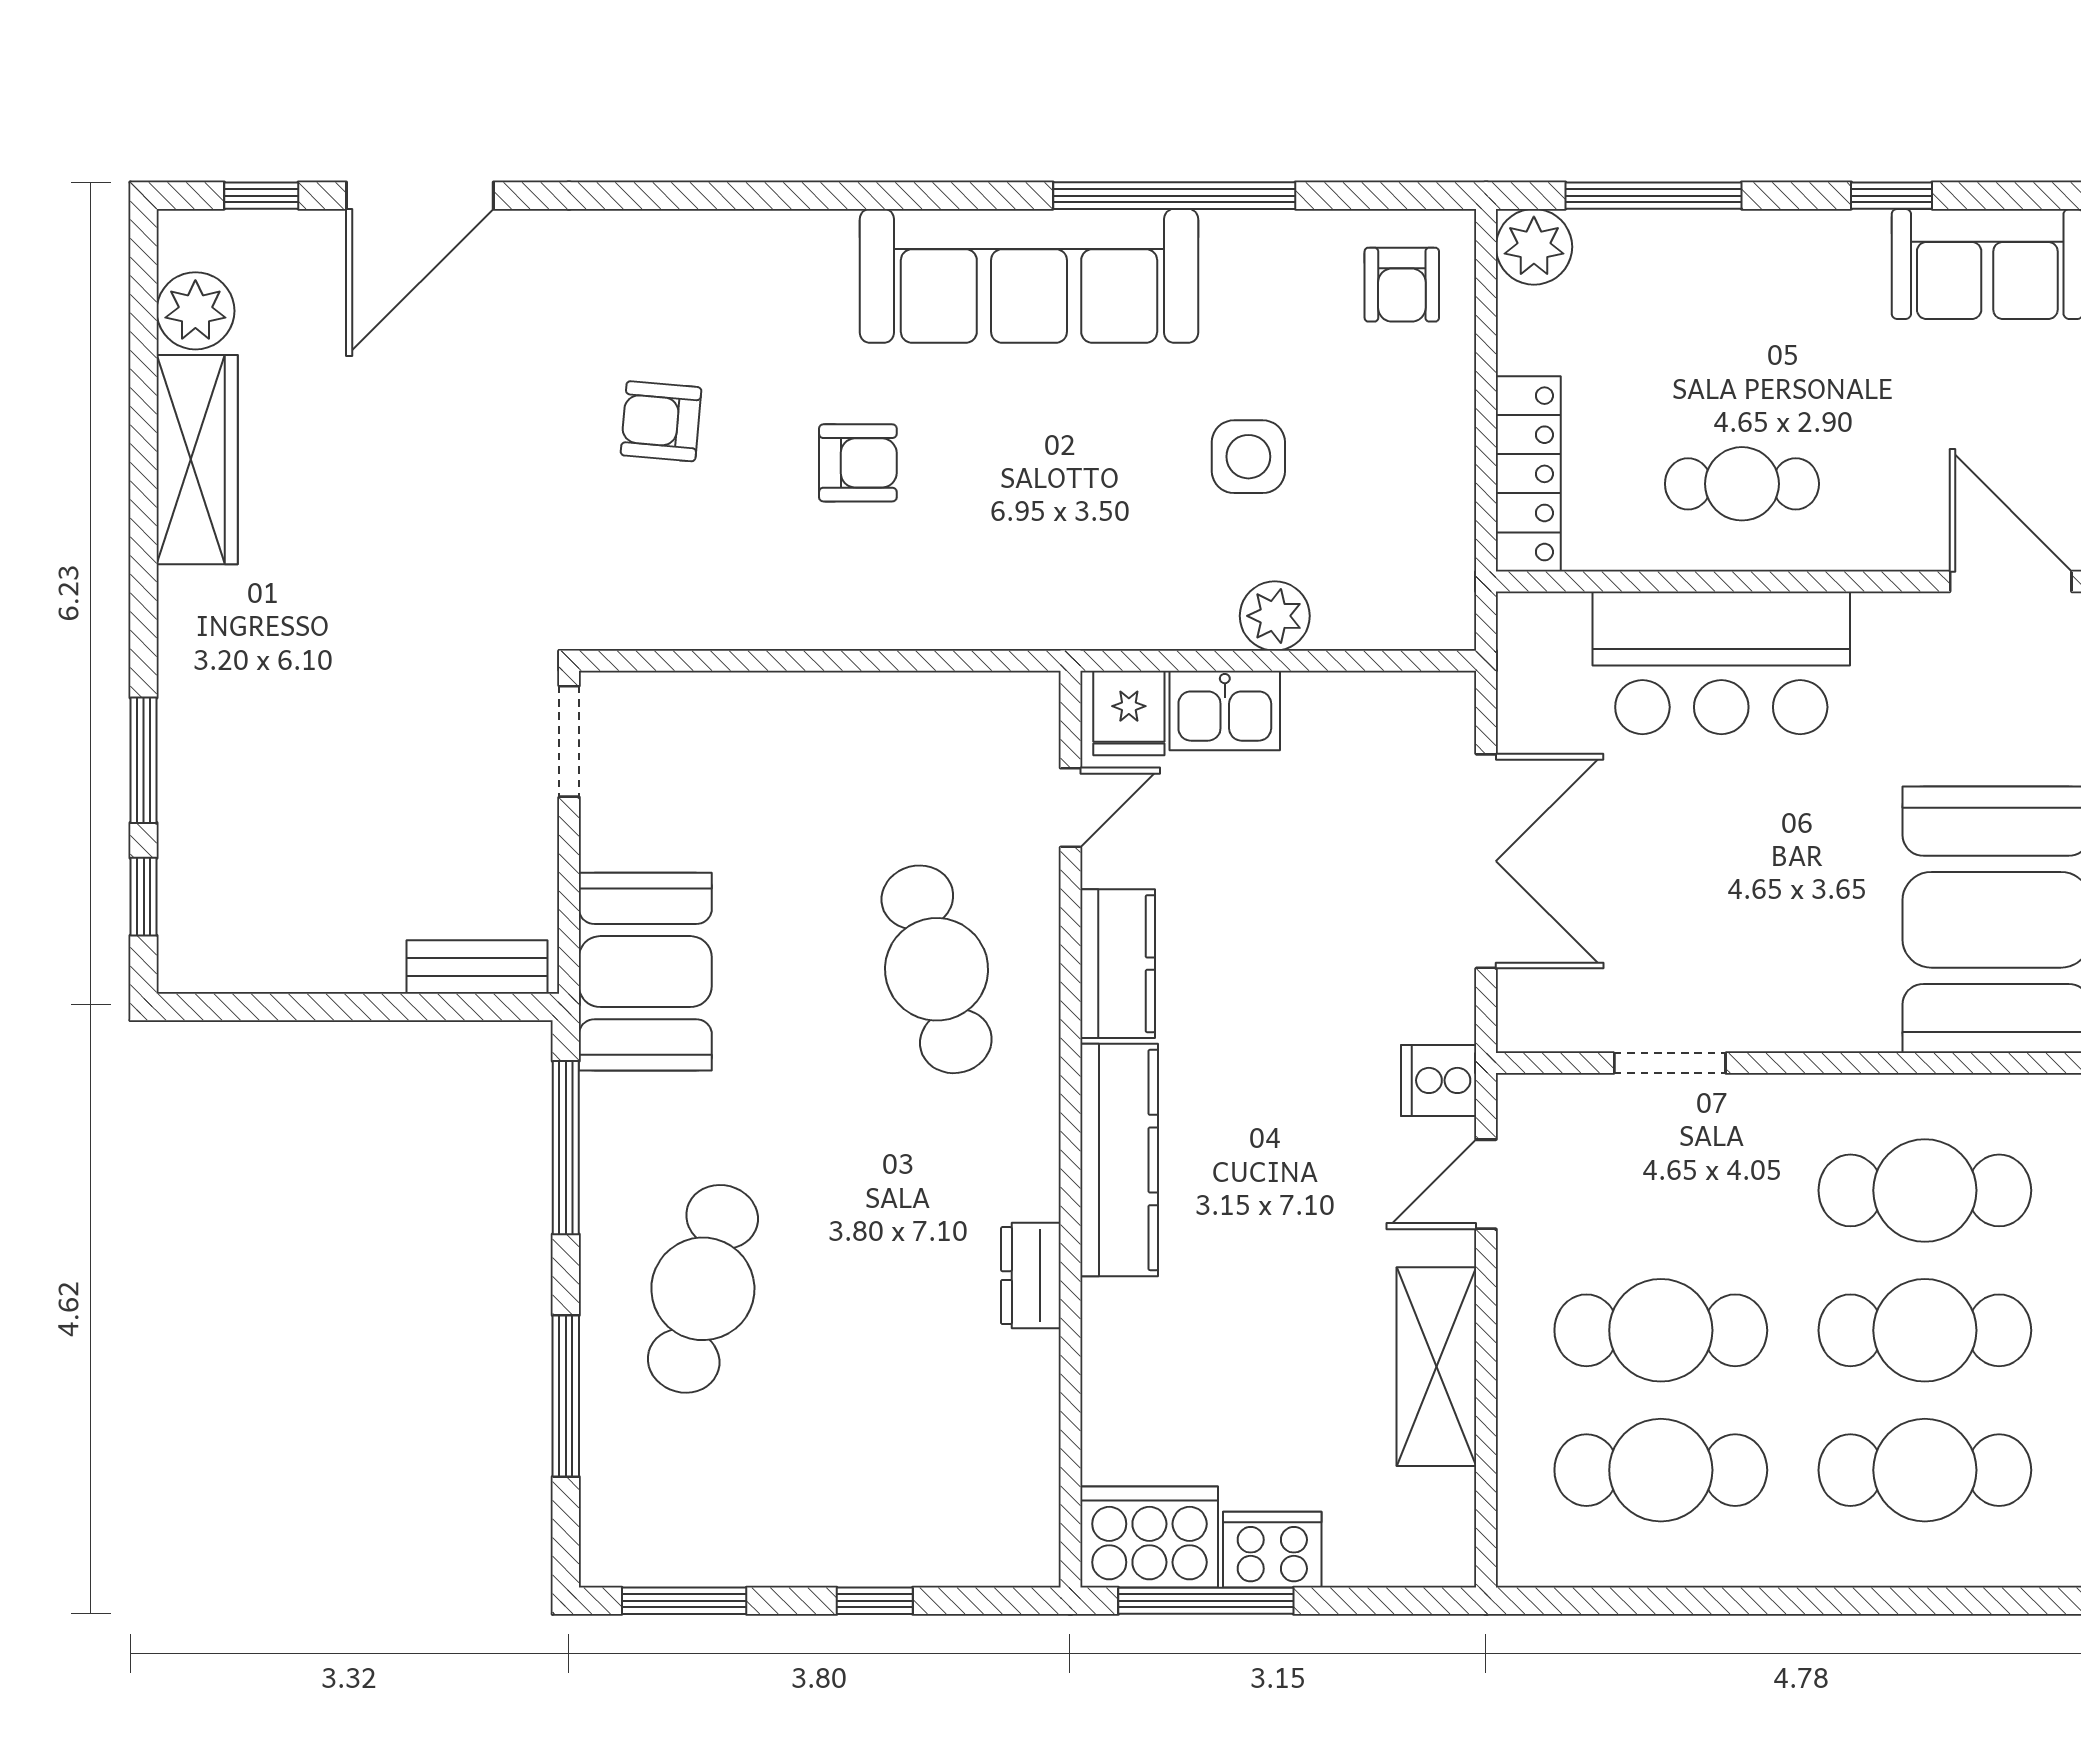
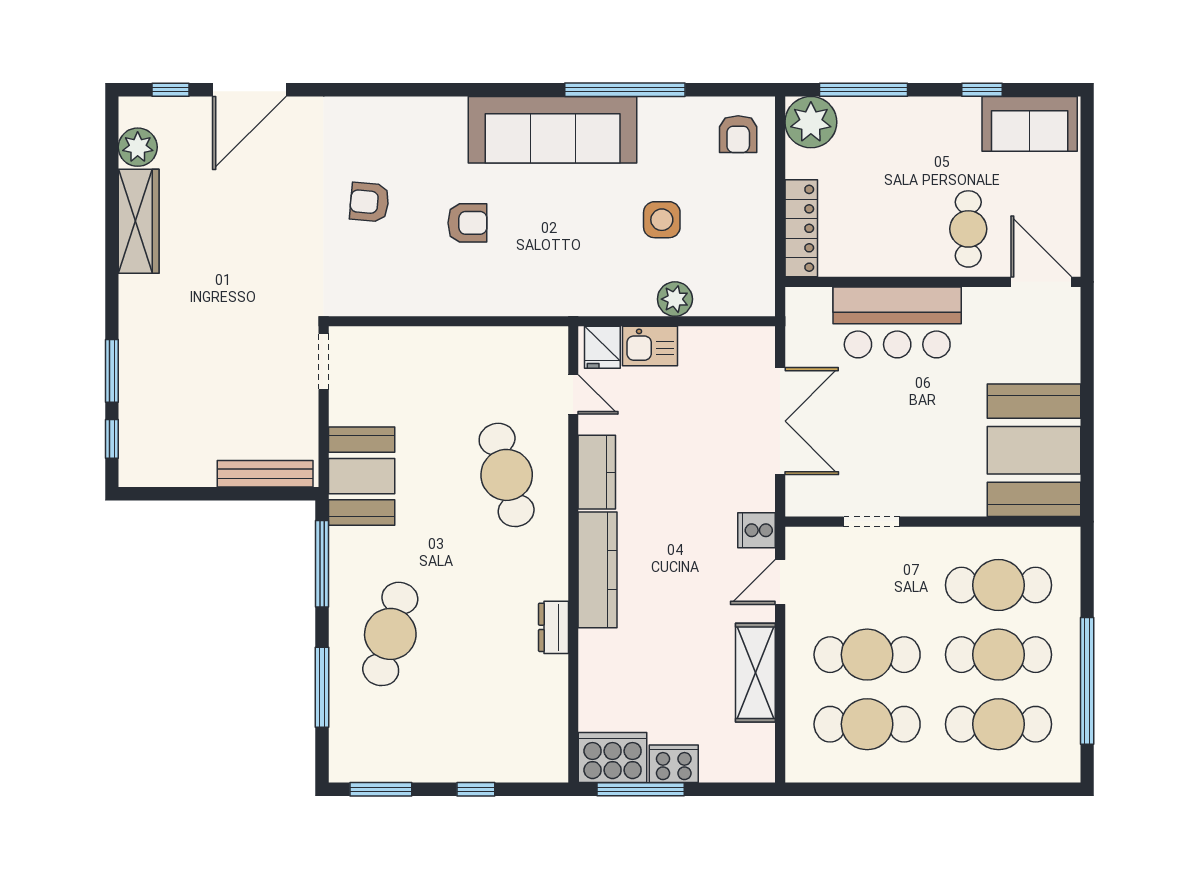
plant: (1534, 247) -> (811, 122), width x1.36, depth x1.36
cafe table: (1742, 484) -> (968, 229), moved, turned 90
door: (1070, 808) -> (573, 394), hinge flipped
bench: (477, 967) -> (265, 474), width x1.36

